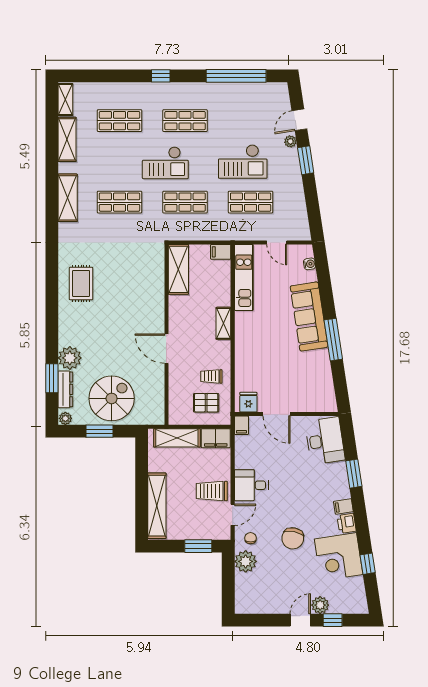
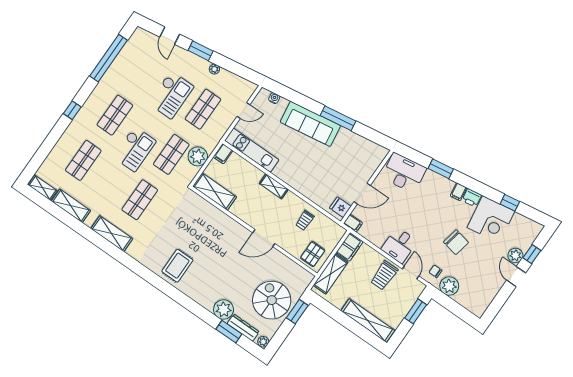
plant: (290, 141) -> (214, 69), moved
plant: (201, 229) -> (198, 156), added
rug: (81, 283) -> (177, 266), turned 90
pallet: (206, 403) -> (313, 254), moved
window: (99, 431) -> (297, 312), moved

